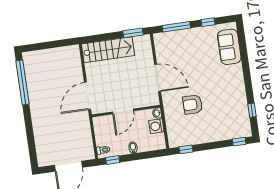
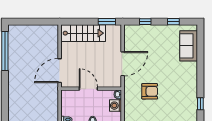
window: (176, 27) -> (145, 22), width x0.46
door: (158, 78) -> (123, 64), hinge flipped
armchair: (193, 104) -> (150, 91), turned 180
door: (123, 111) -> (88, 89), swing flipped

